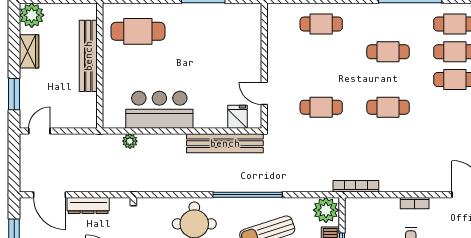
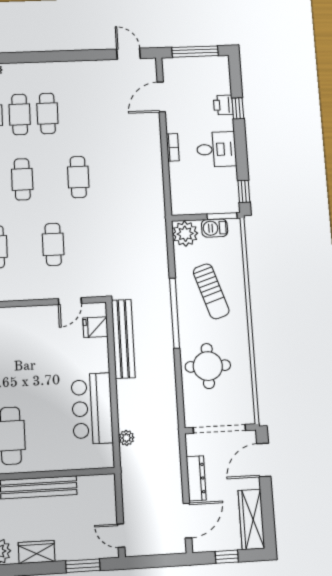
cafe table: (321, 107) -> (53, 244), moved
bookcase: (356, 186) -> (159, 205), removed

